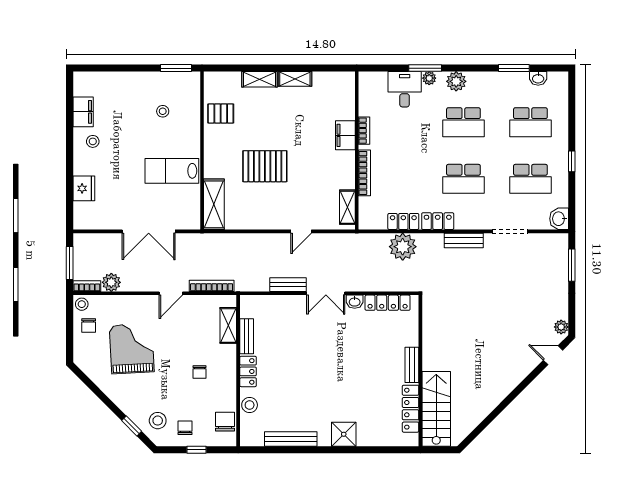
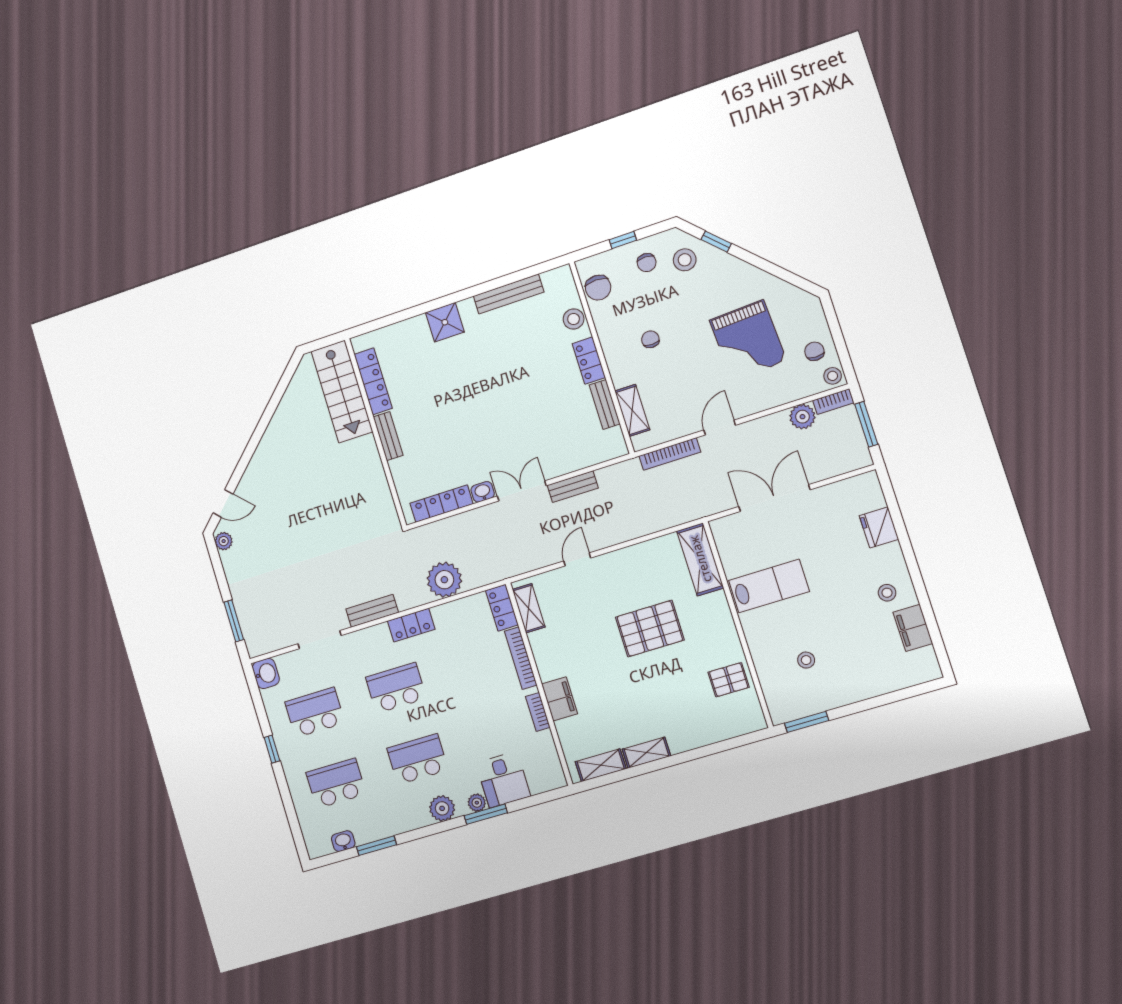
shelving: (259, 79) -> (601, 765), moved
locker: (403, 221) -> (502, 608), moved, turned 90

